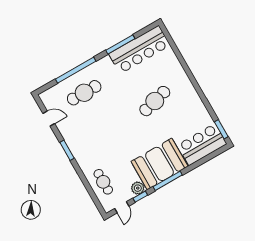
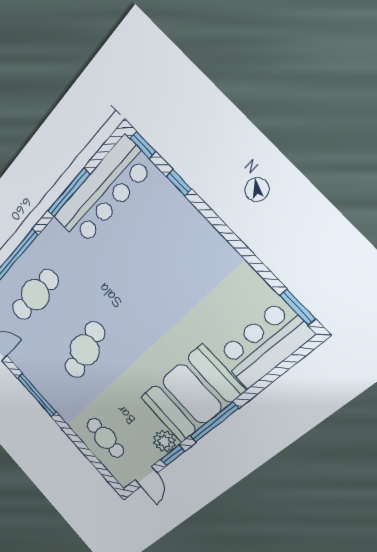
window: (166, 33) -> (143, 145), added
window: (179, 56) -> (179, 183), added
cafe table: (155, 101) -> (85, 350), moved
window: (67, 150) -> (37, 395), width x1.44

